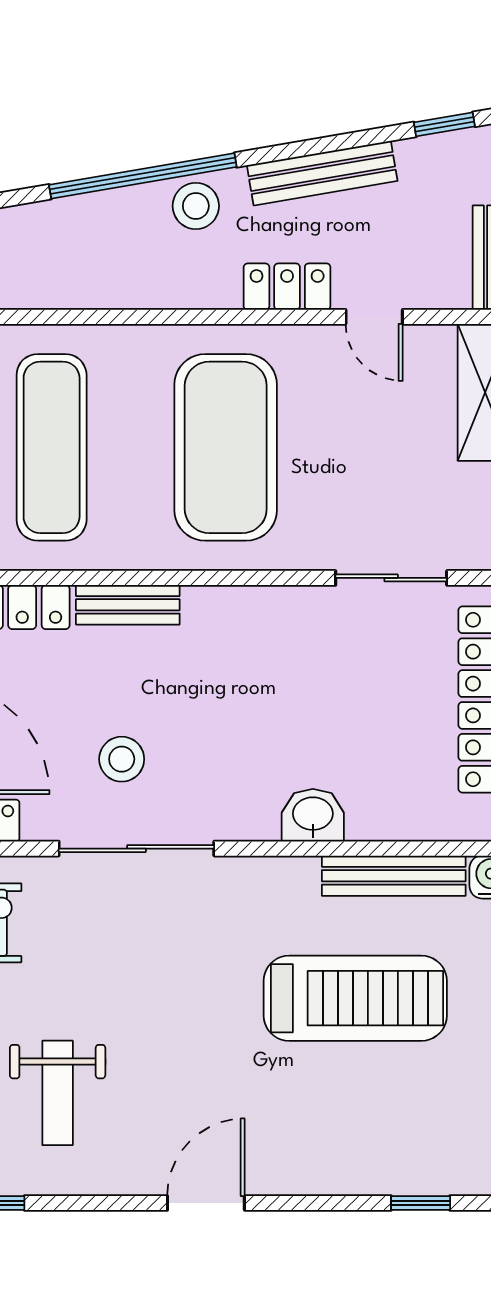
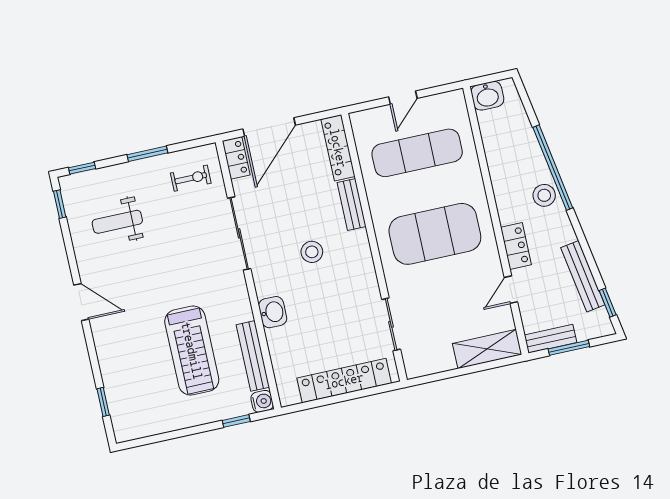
bench: (322, 173) -> (583, 276), moved
stool: (122, 759) -> (312, 252), moved

